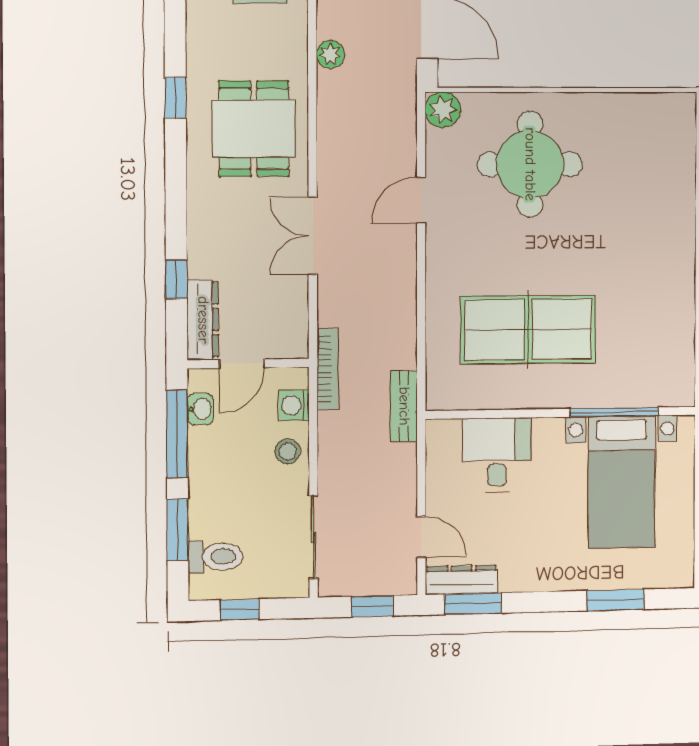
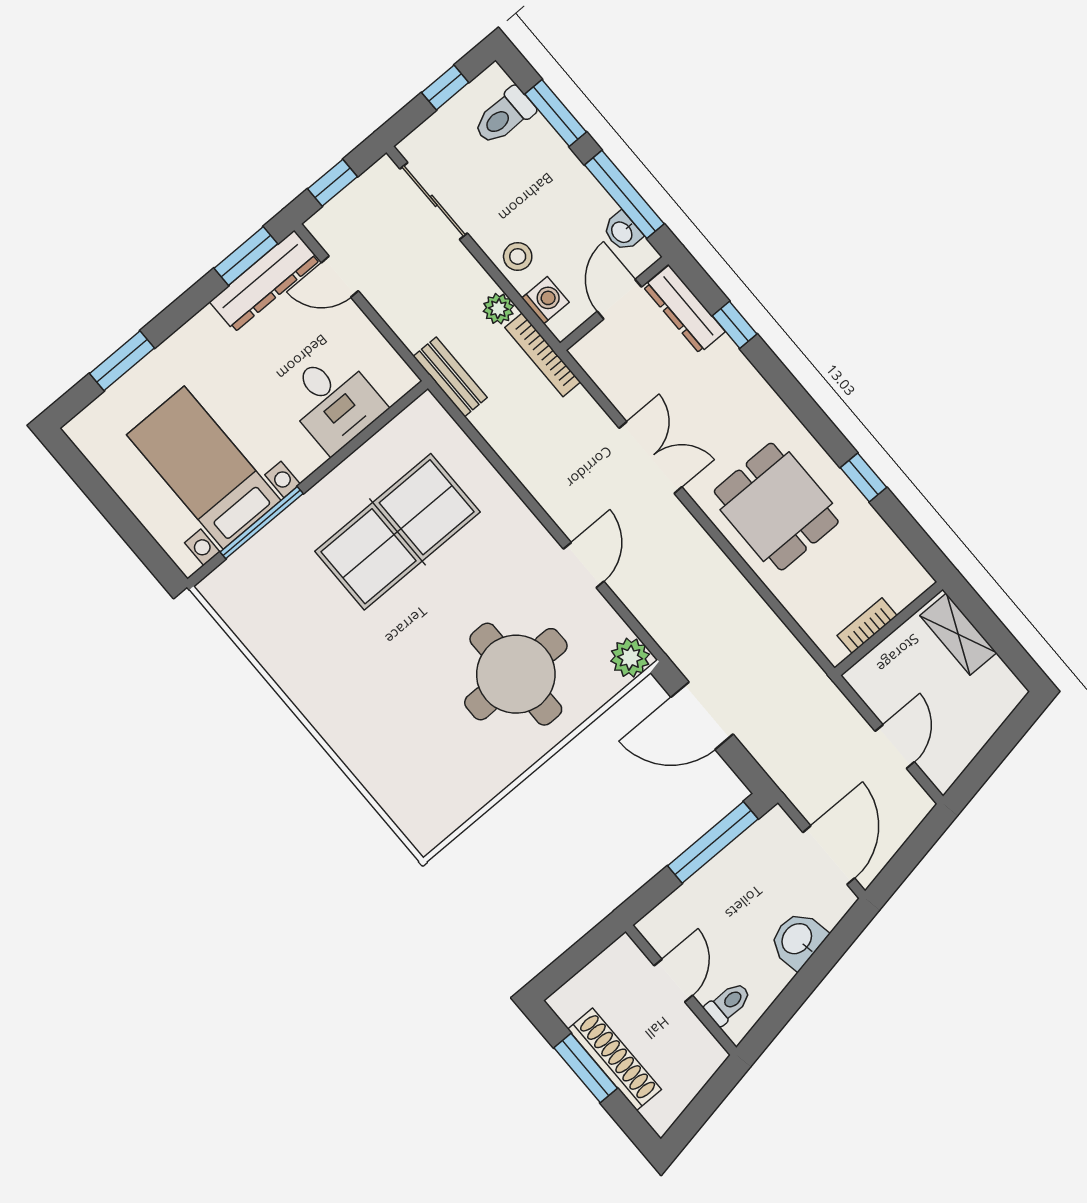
plant: (330, 54) -> (498, 309), moved
dresser: (462, 580) -> (265, 281), width x1.37, depth x1.24

